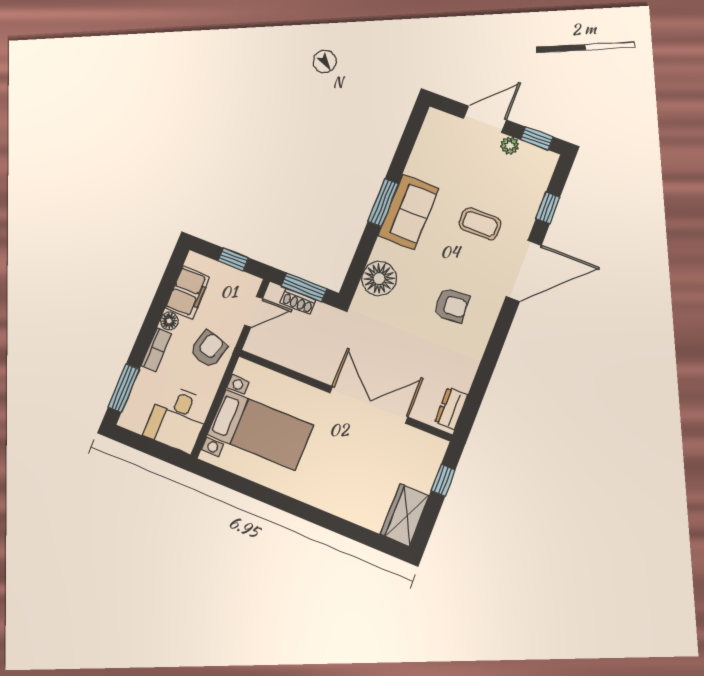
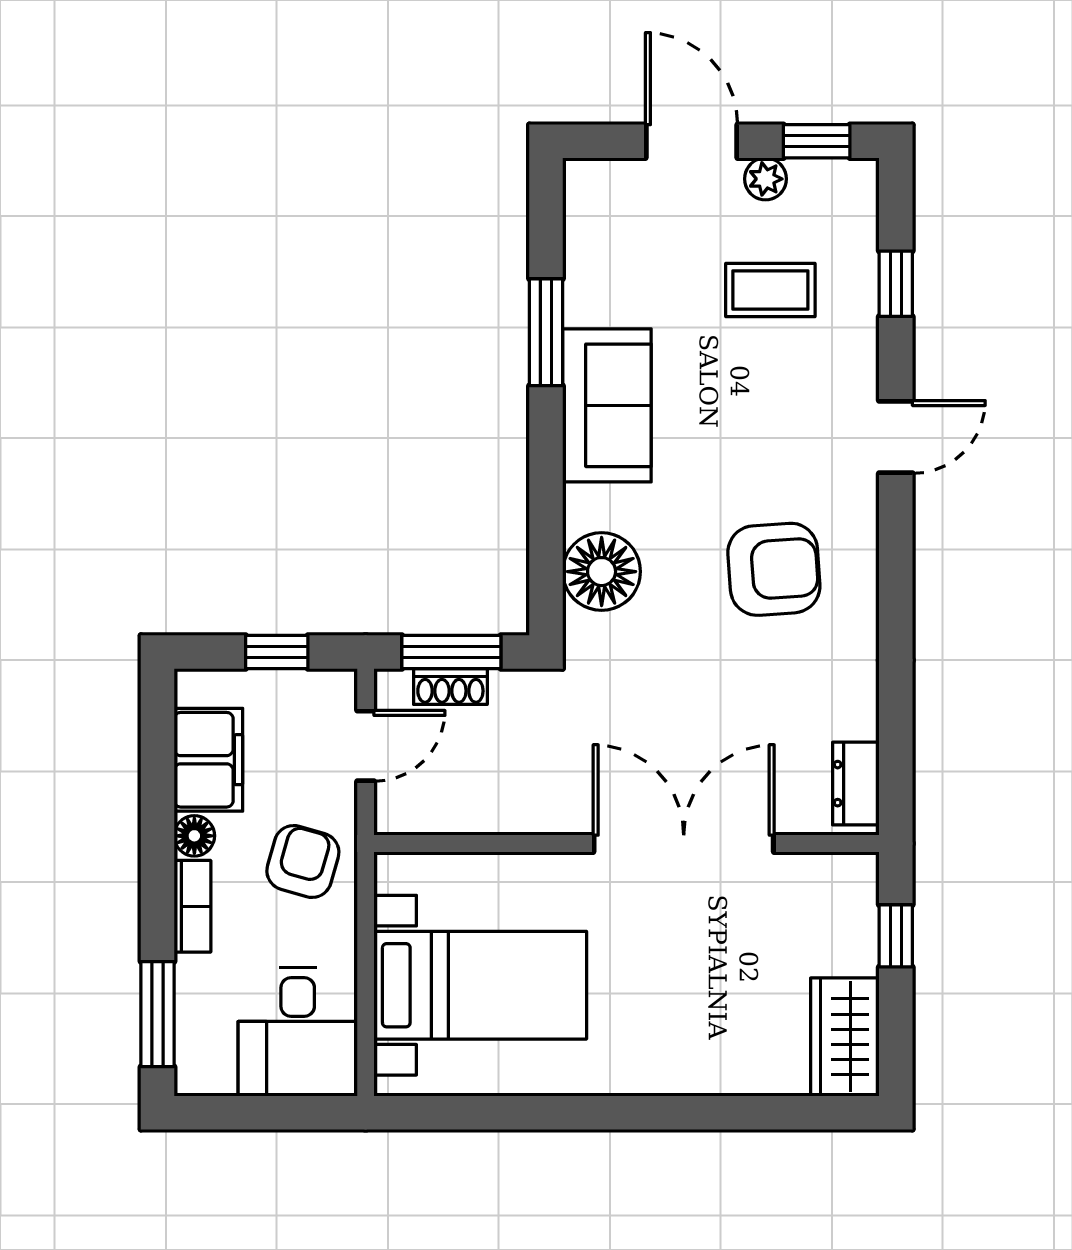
door: (485, 119) -> (691, 141), hinge flipped
window: (383, 203) -> (546, 332), moved
coffee table: (480, 224) -> (770, 290), moved
door: (524, 271) -> (896, 437), width x0.53
armchair: (451, 305) -> (774, 569), width x1.38, depth x1.38

